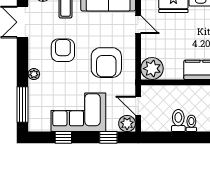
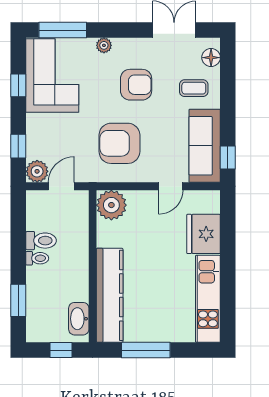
corner sofa: (78, 112) -> (52, 76), moved

